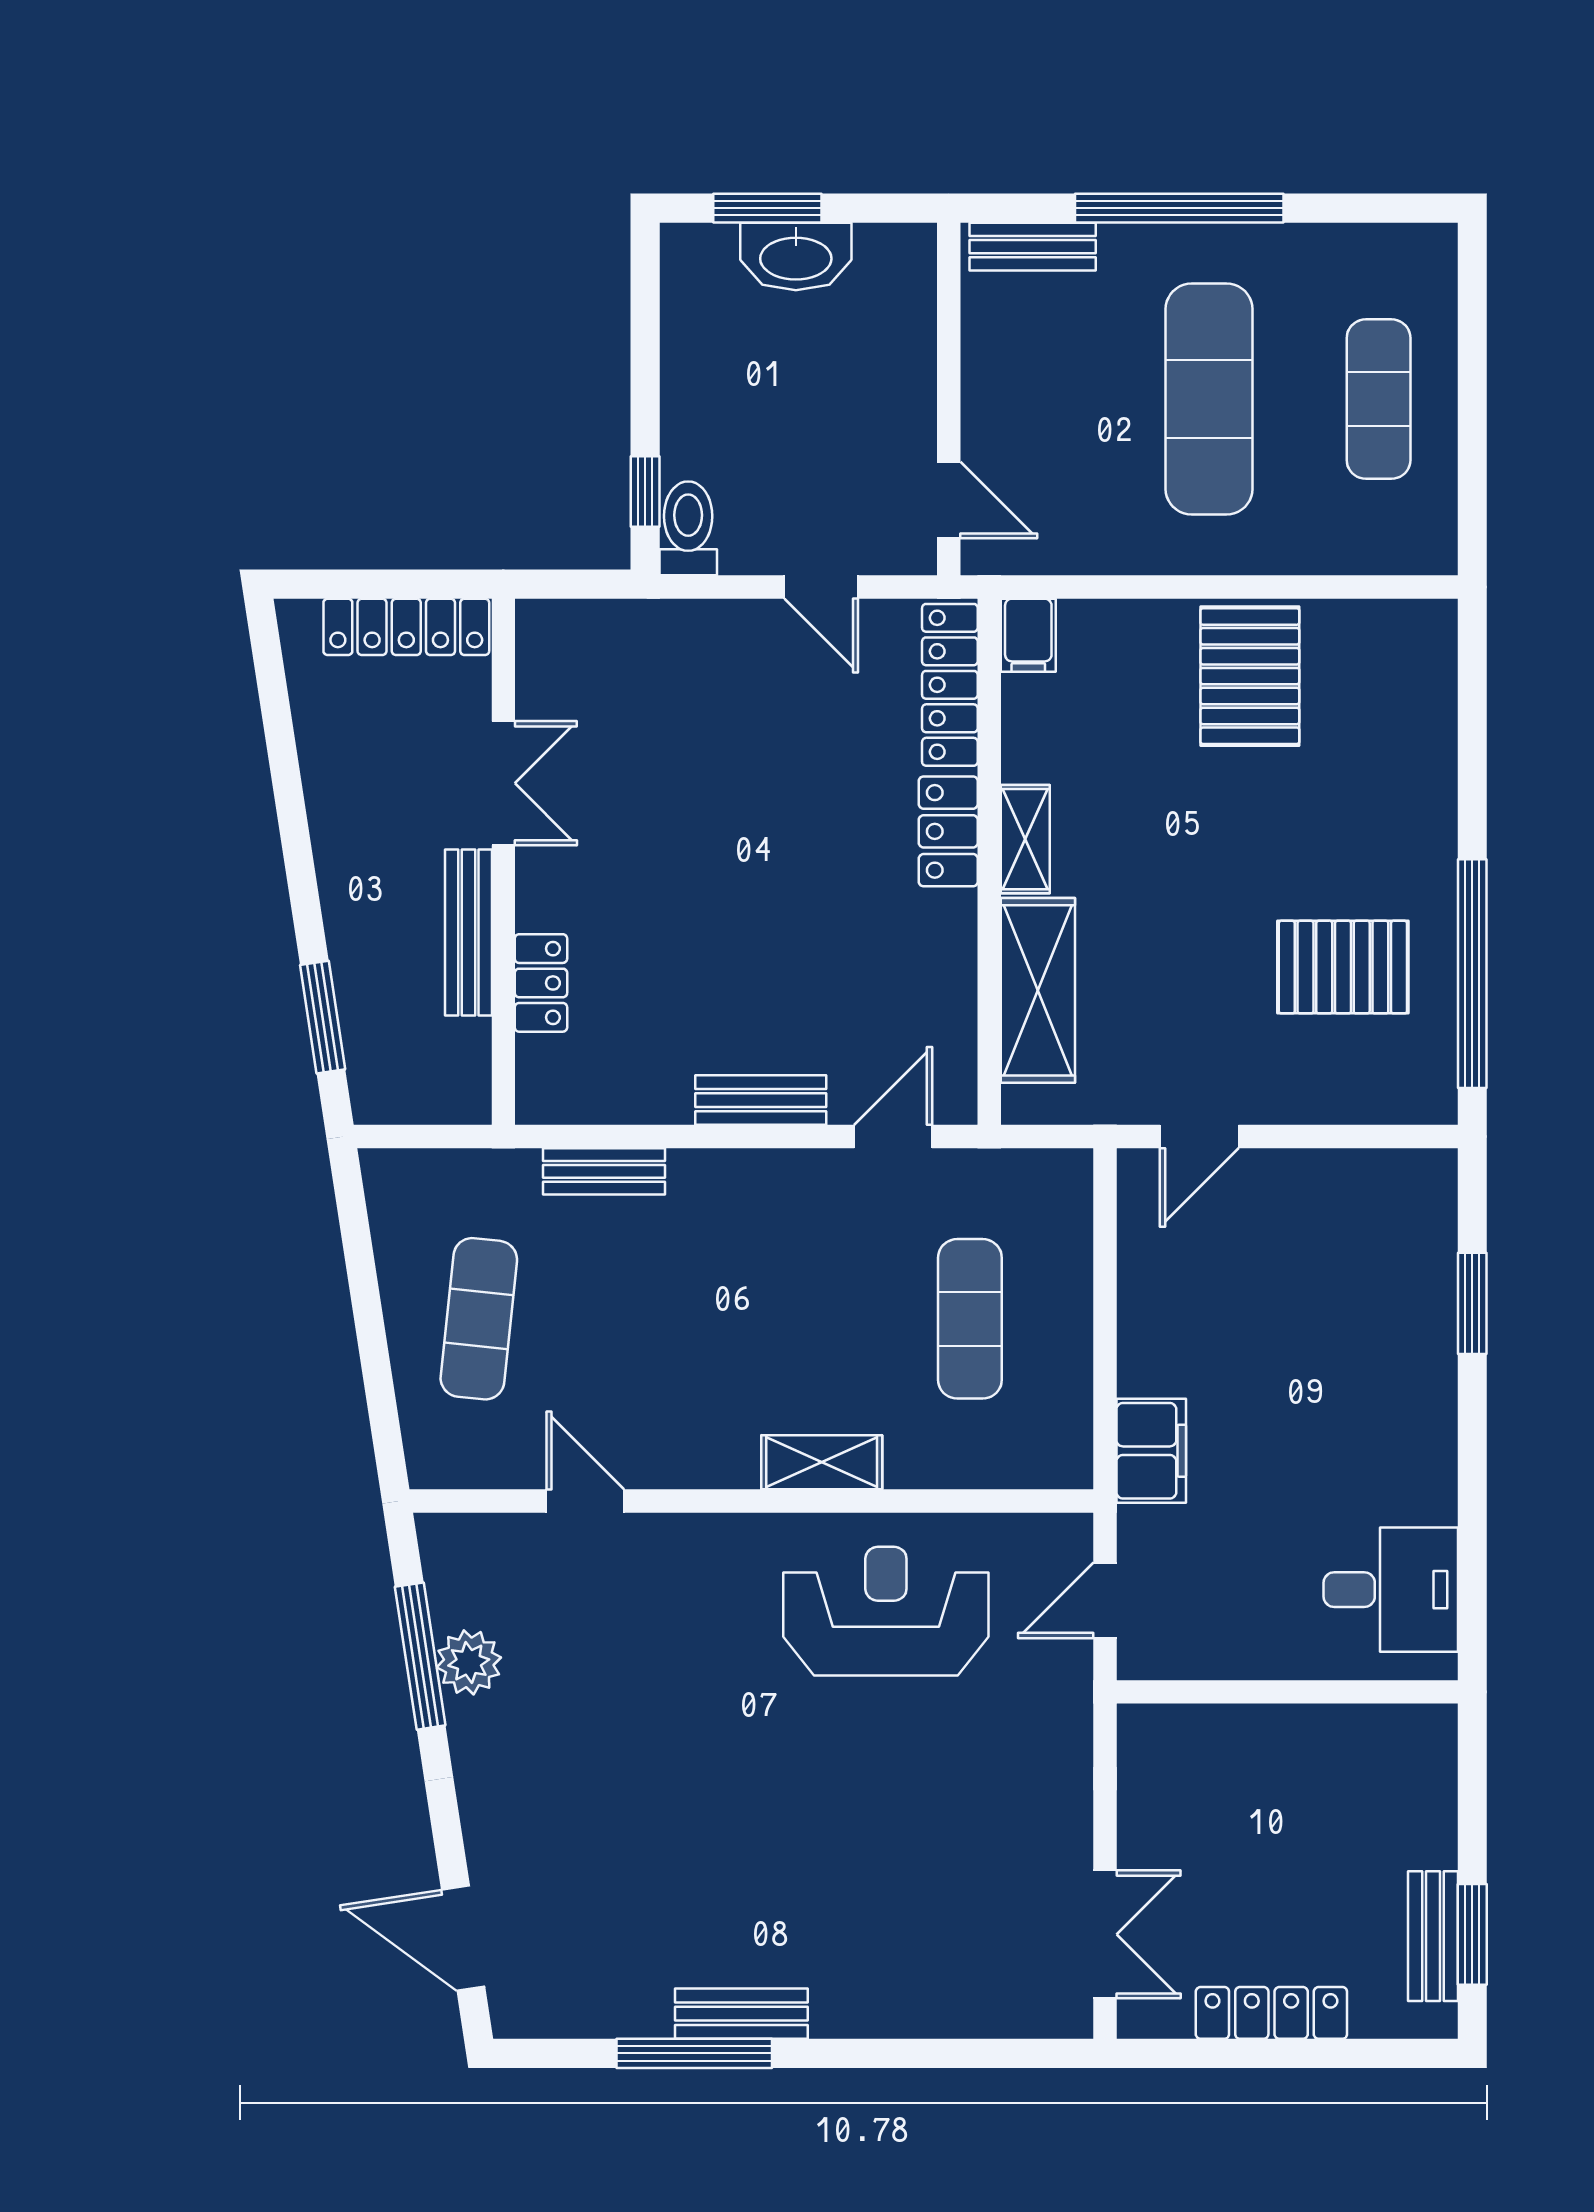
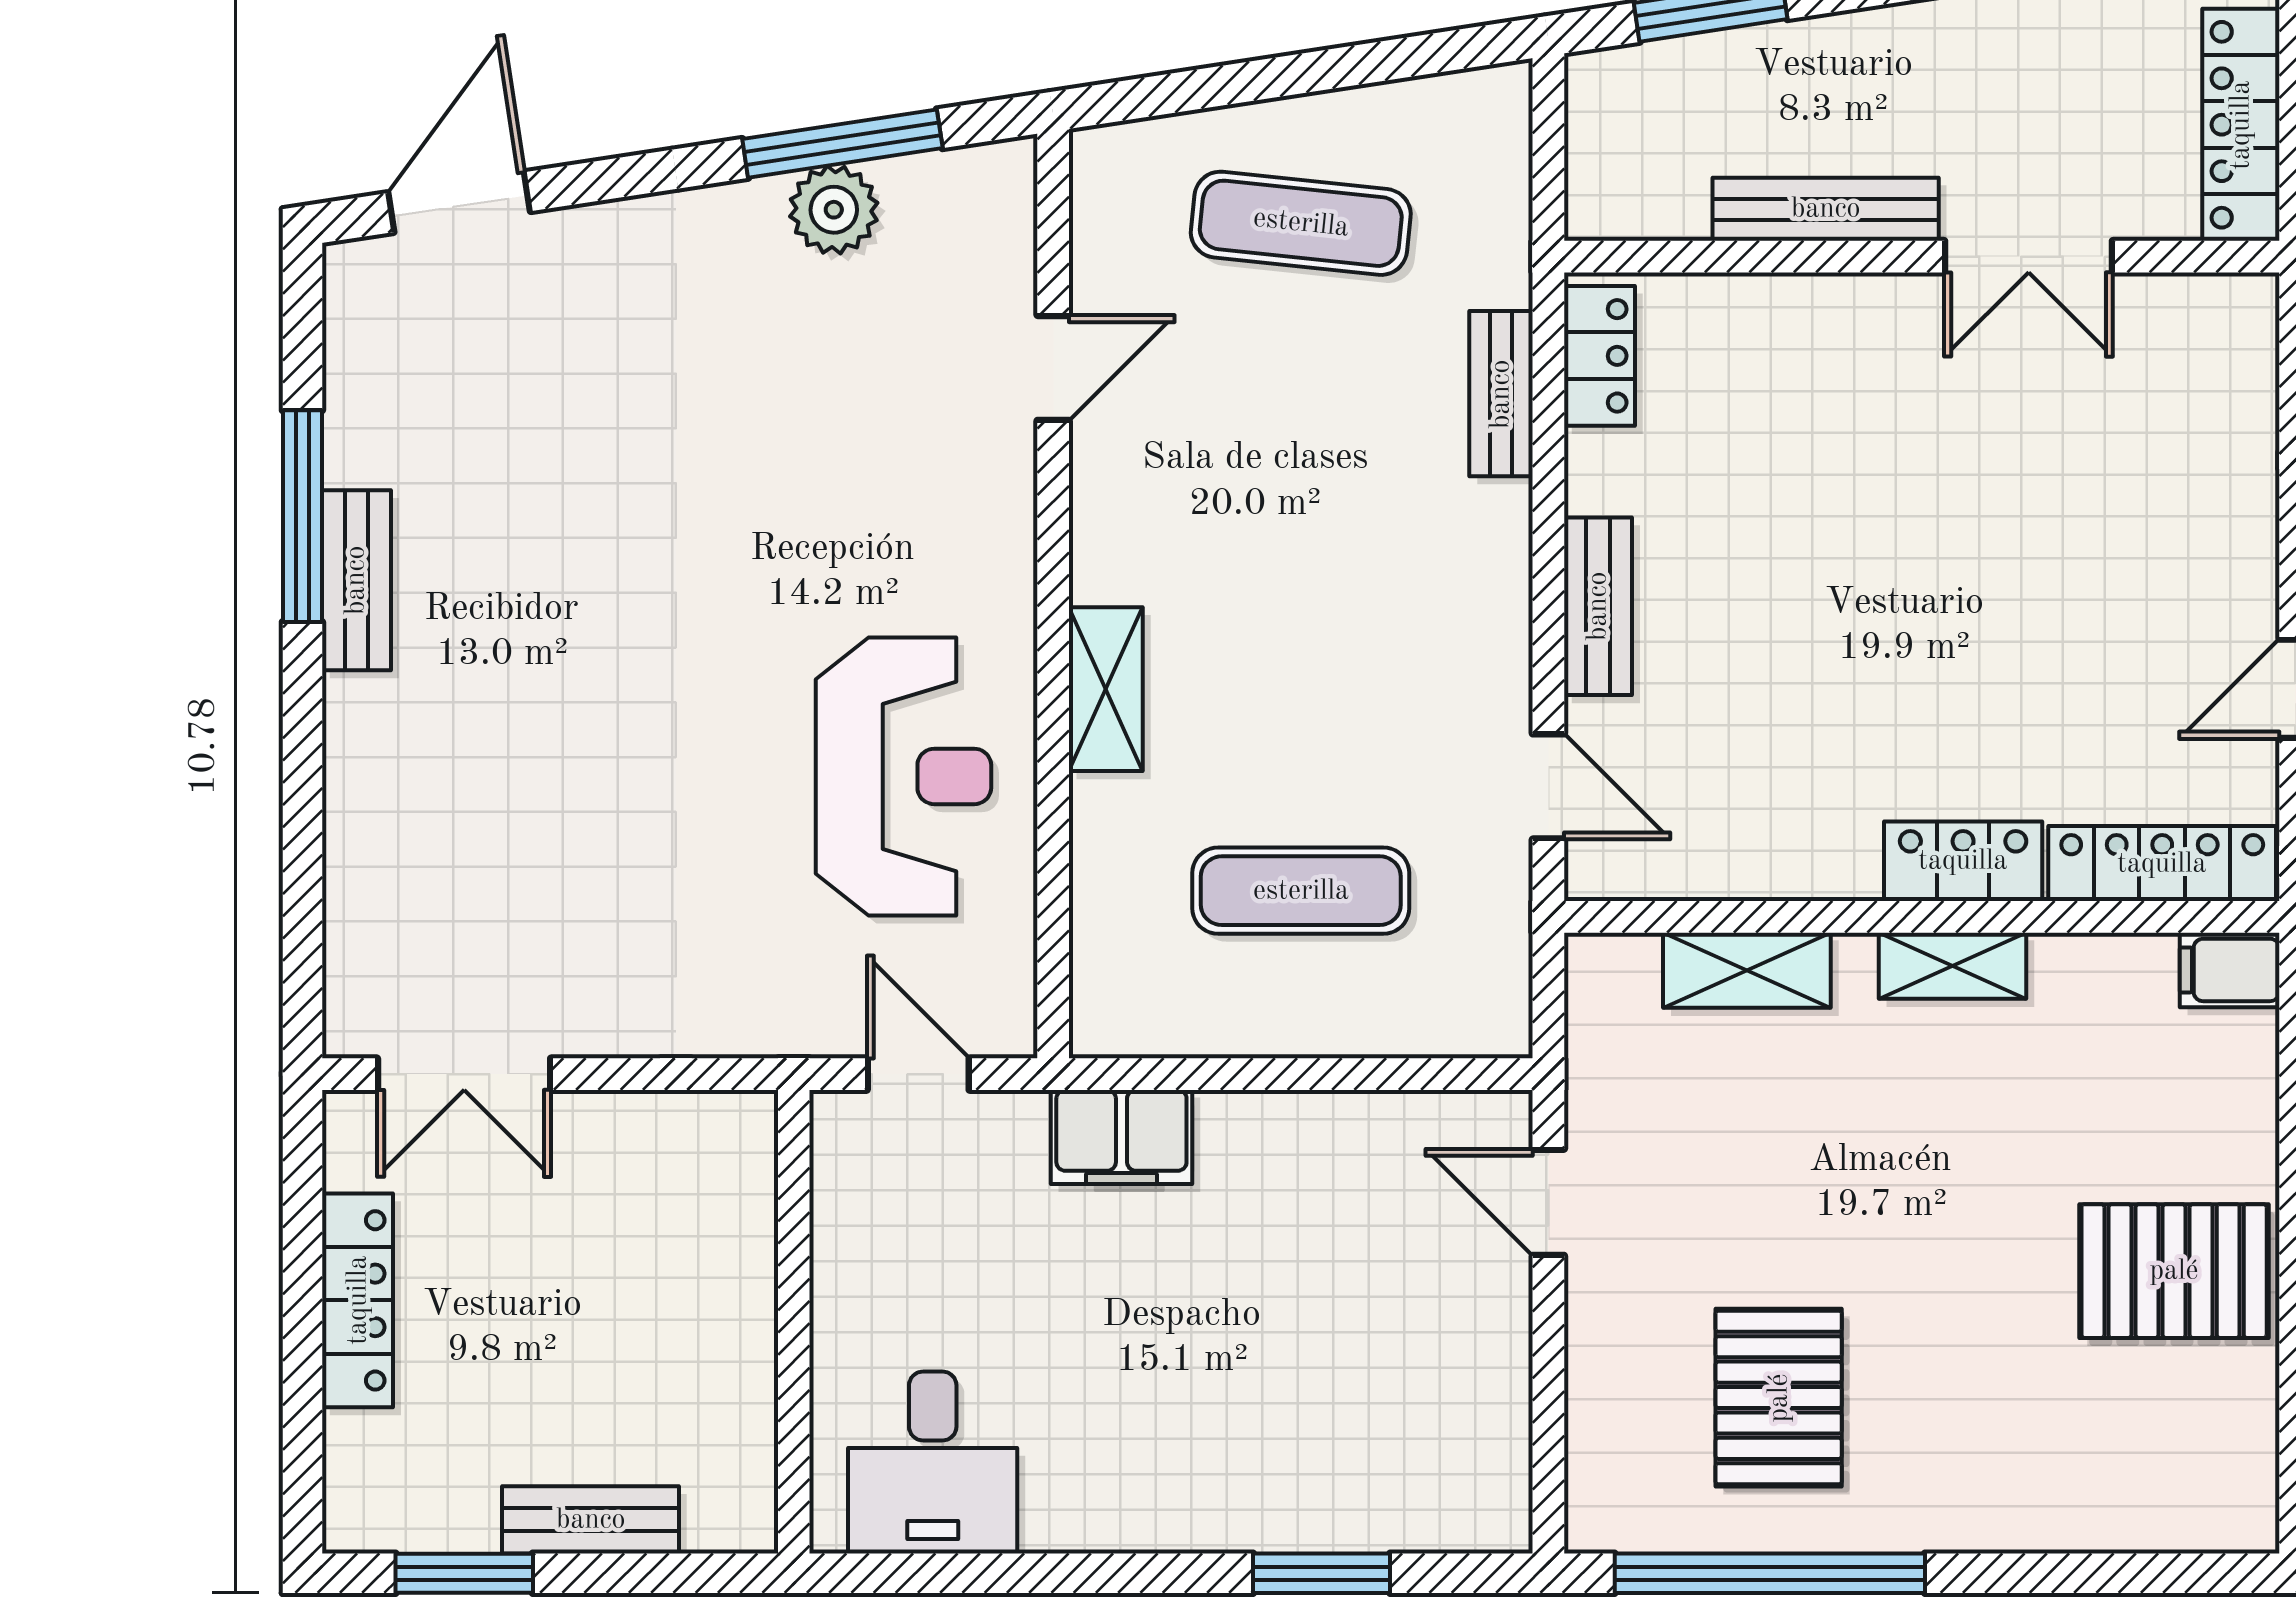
locker: (541, 983) -> (1599, 356), moved, turned -90
shelving: (1038, 990) -> (1747, 970), width x0.67, depth x0.75
bench: (1433, 1936) -> (591, 1520), moved

